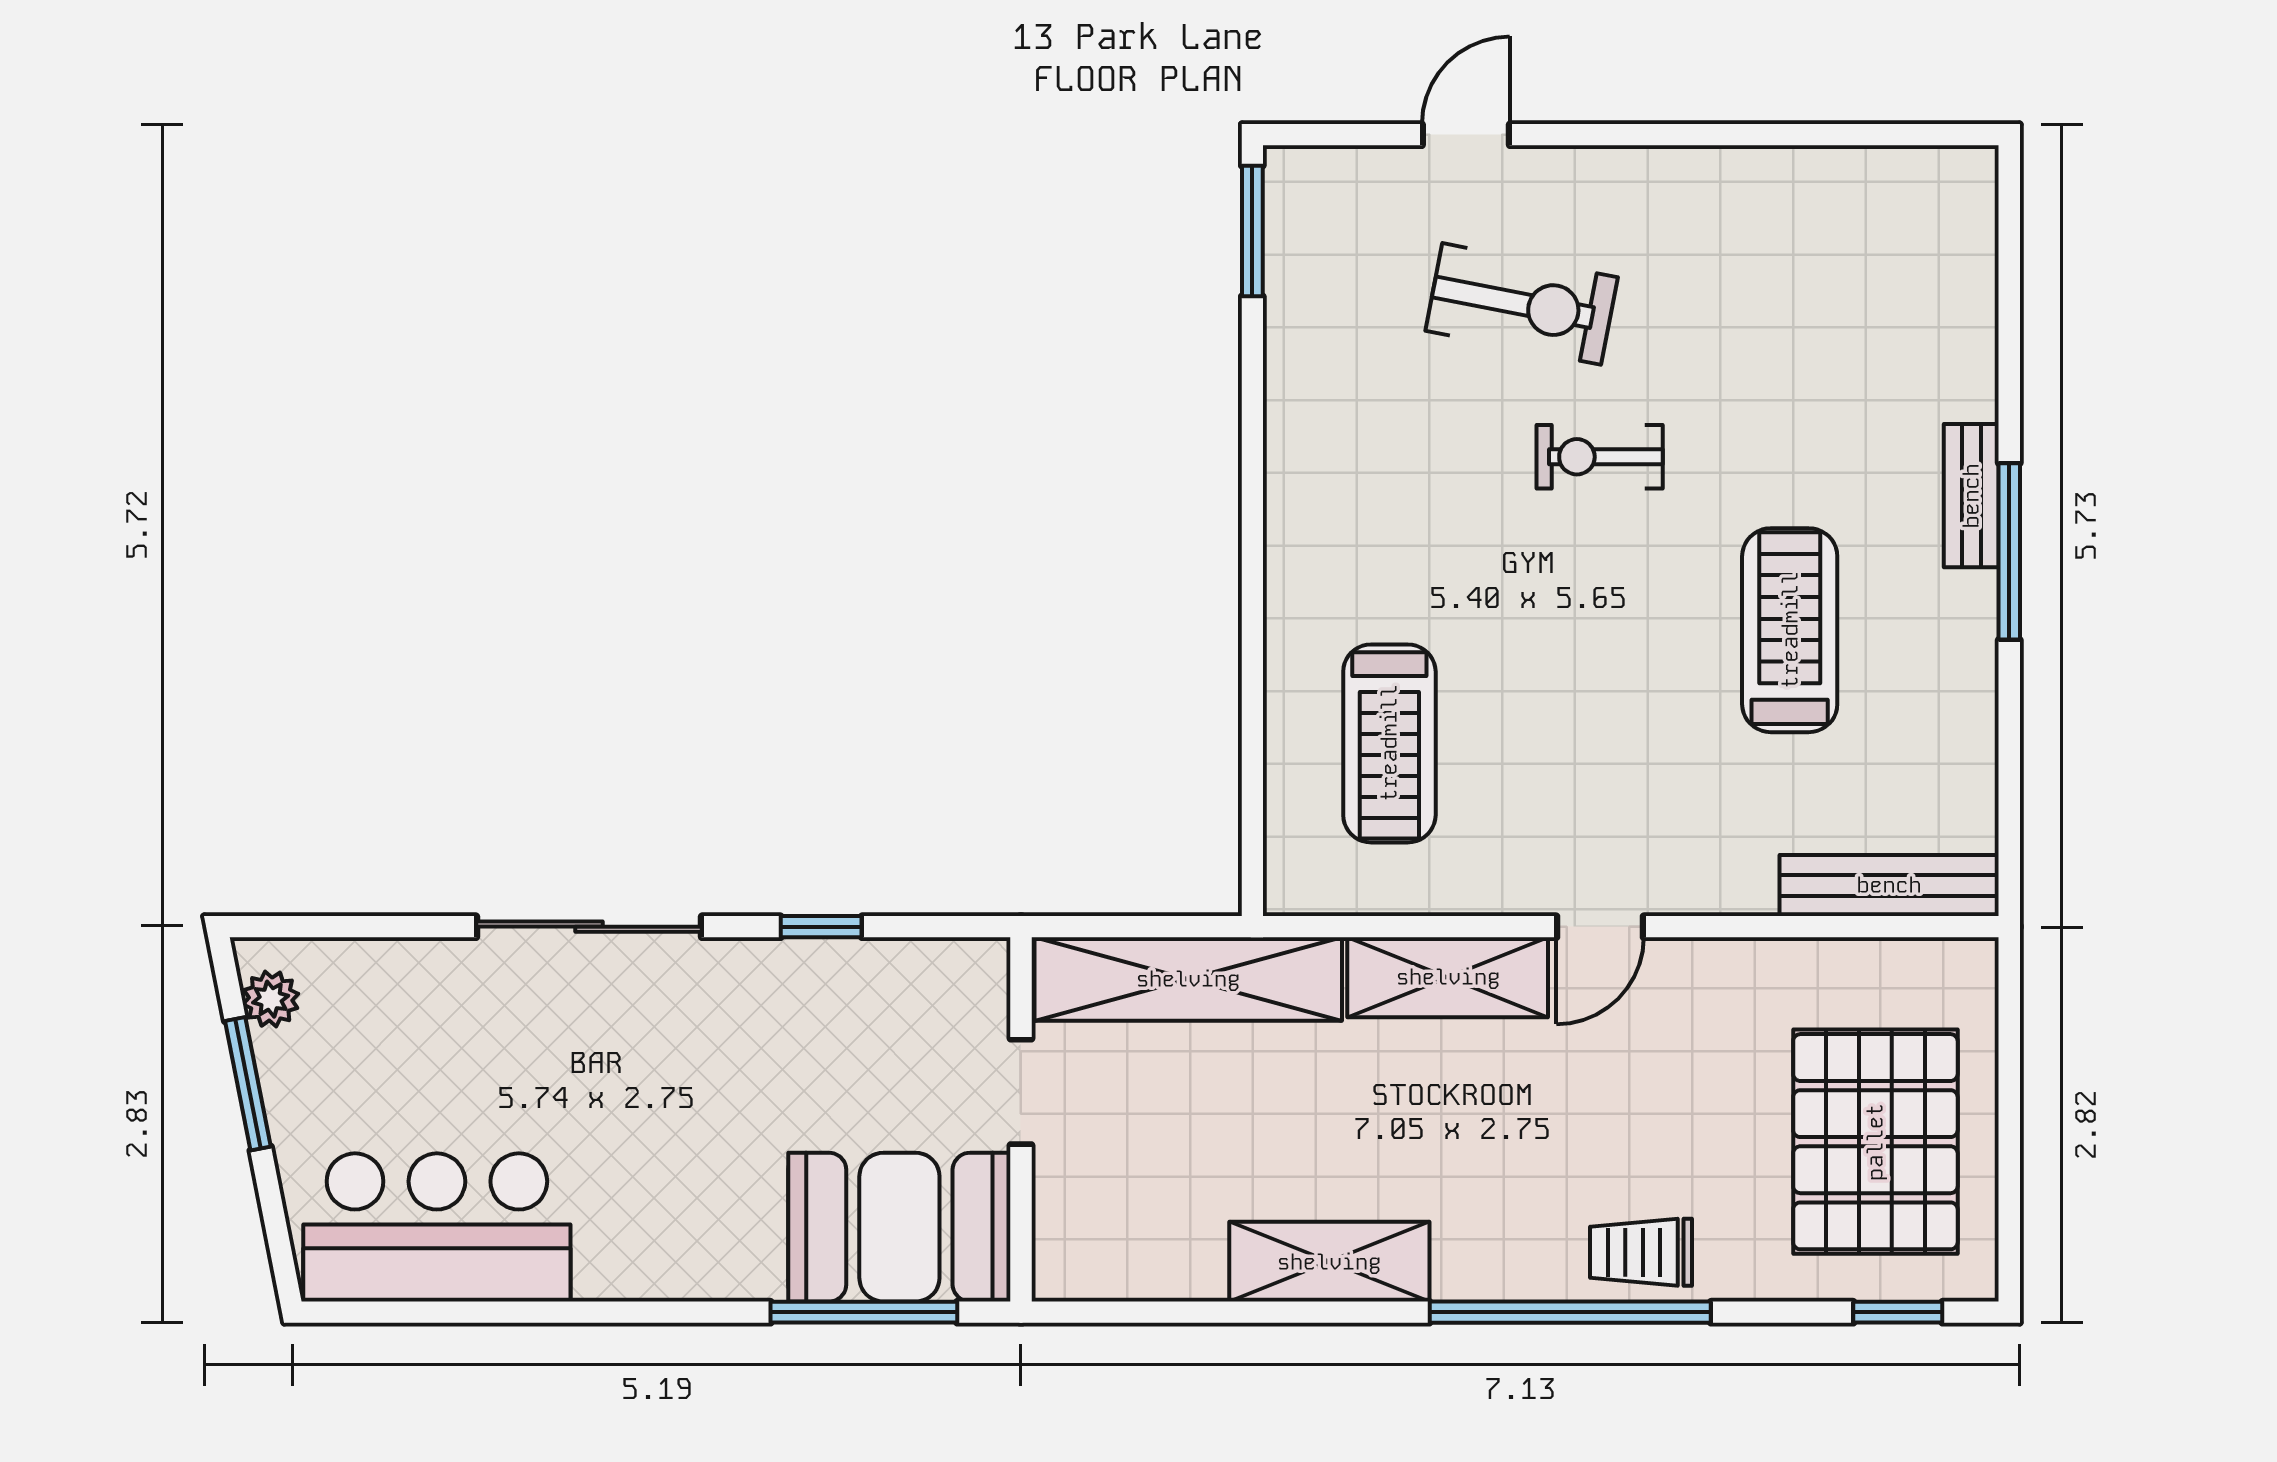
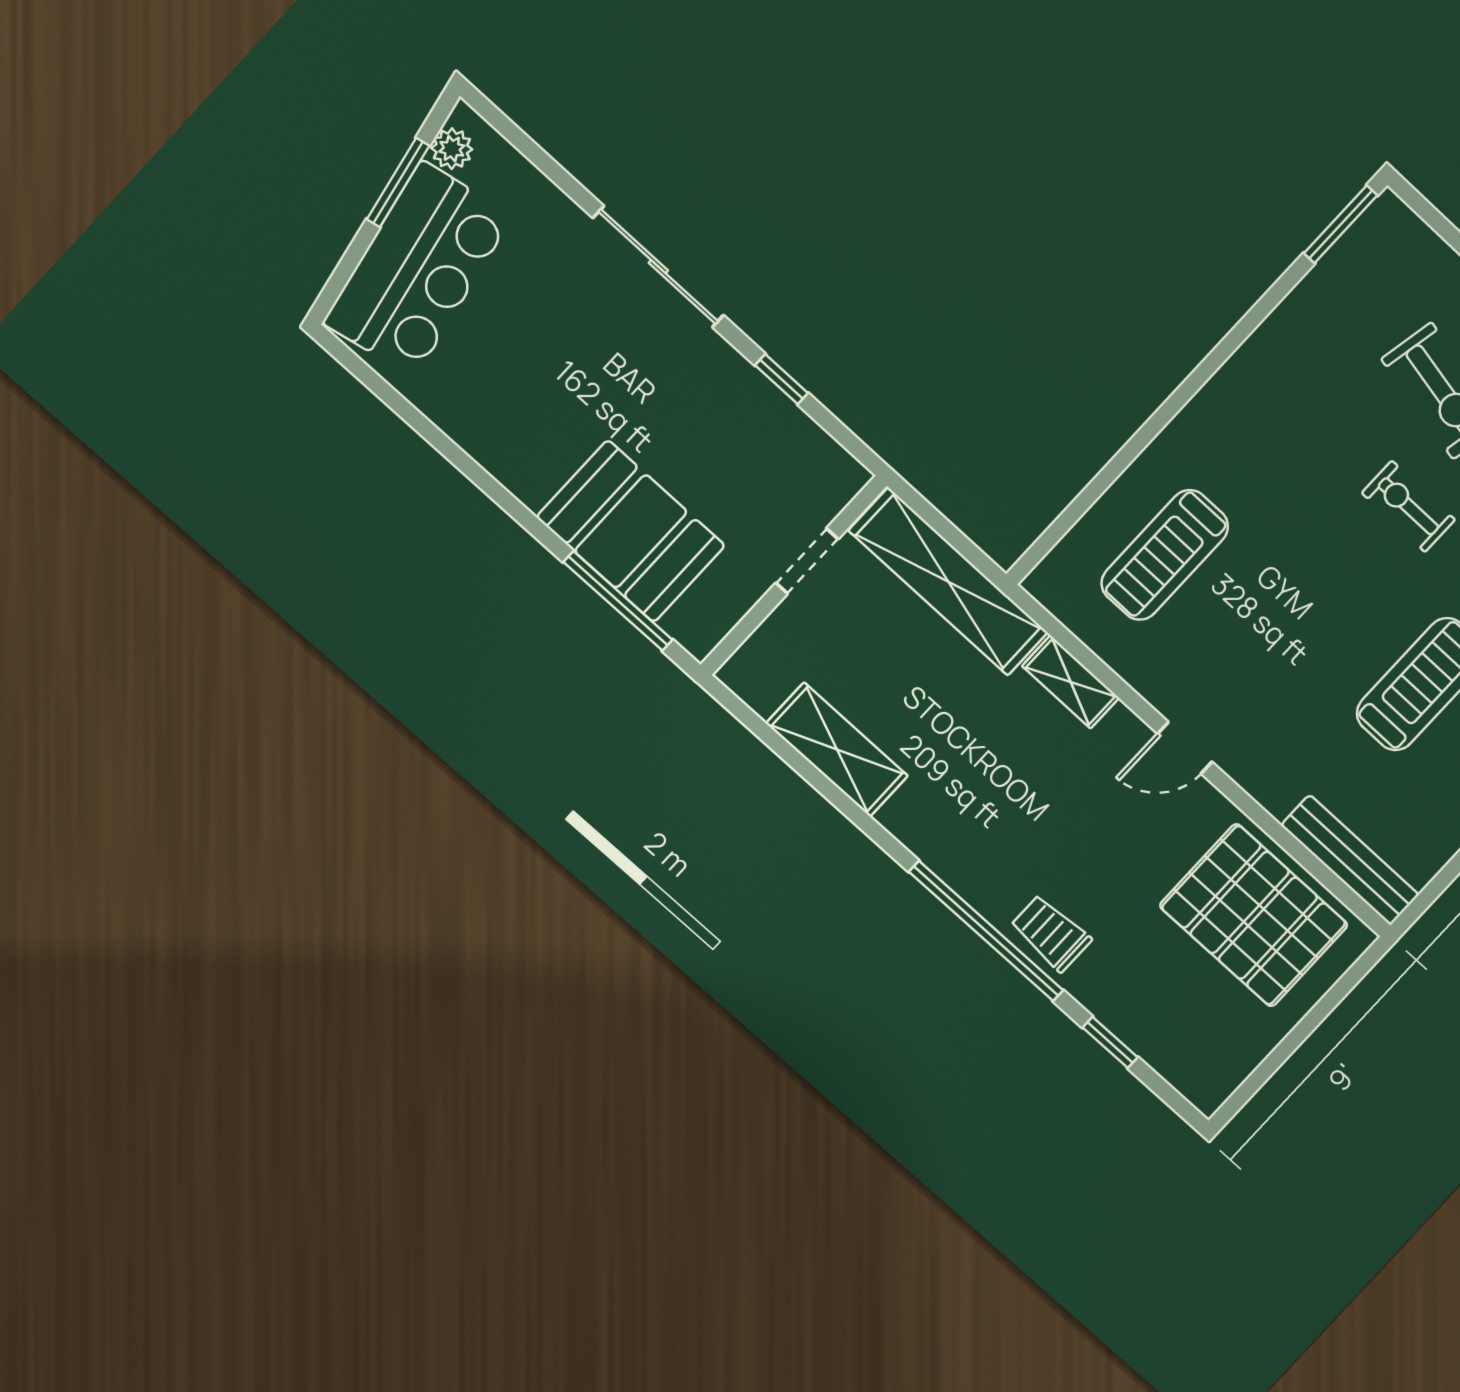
shelving: (1448, 977) -> (1071, 682), width x0.67, depth x0.75
pallet: (1875, 1142) -> (1254, 915), moved, turned 90
bar counter: (437, 1227) -> (418, 269), moved, turned 79
booth: (899, 1227) -> (631, 531), moved
shelving: (1329, 1262) -> (837, 750), moved
window: (1898, 1312) -> (1110, 1042), moved

